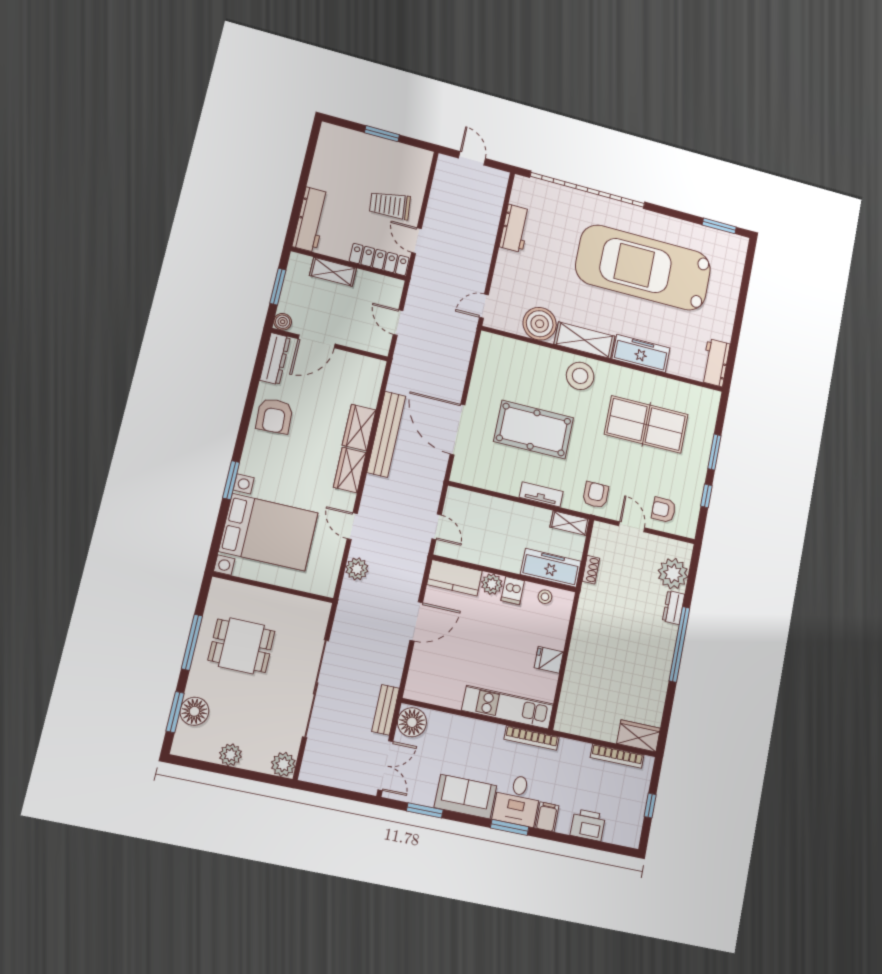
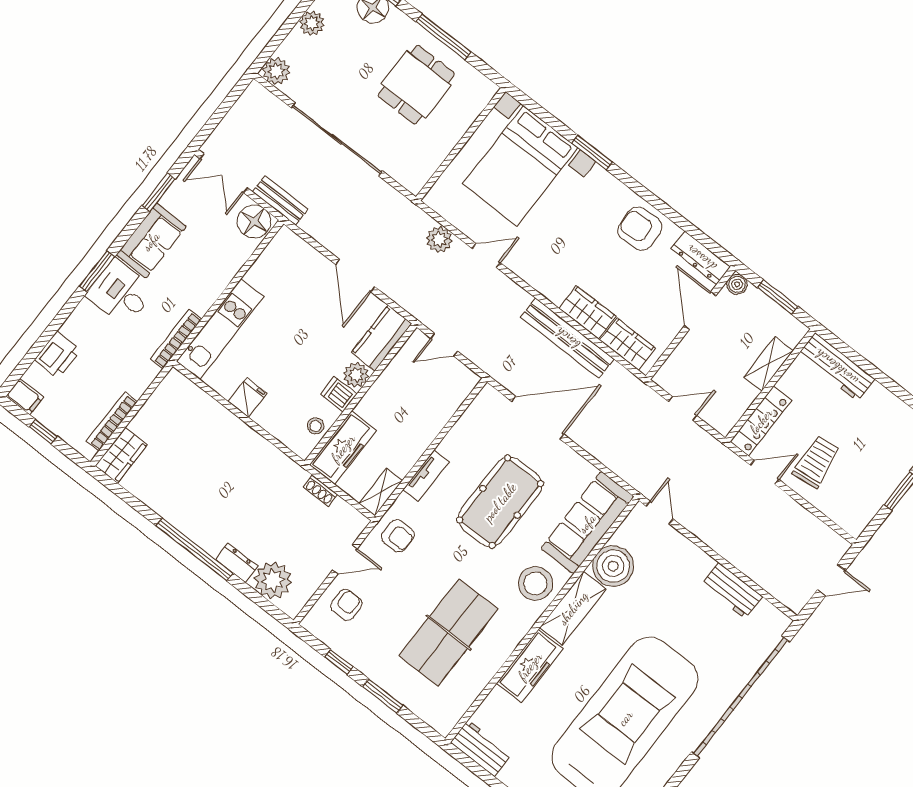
sofa: (517, 357) -> (587, 523), added
wardrobe: (350, 470) -> (628, 344), moved
filing cabinet: (547, 817) -> (25, 397), moved

